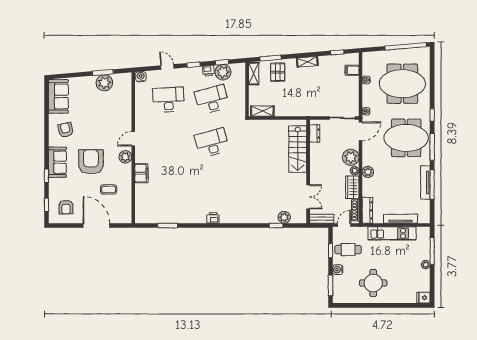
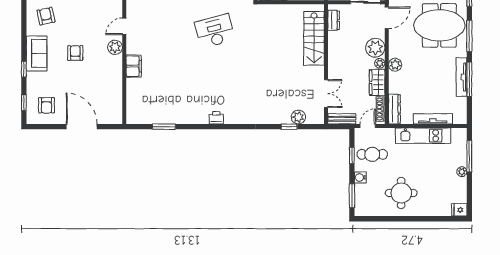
armchair: (91, 162) -> (75, 53), width x0.53, depth x0.53
coffee table: (109, 189) -> (96, 85), removed

